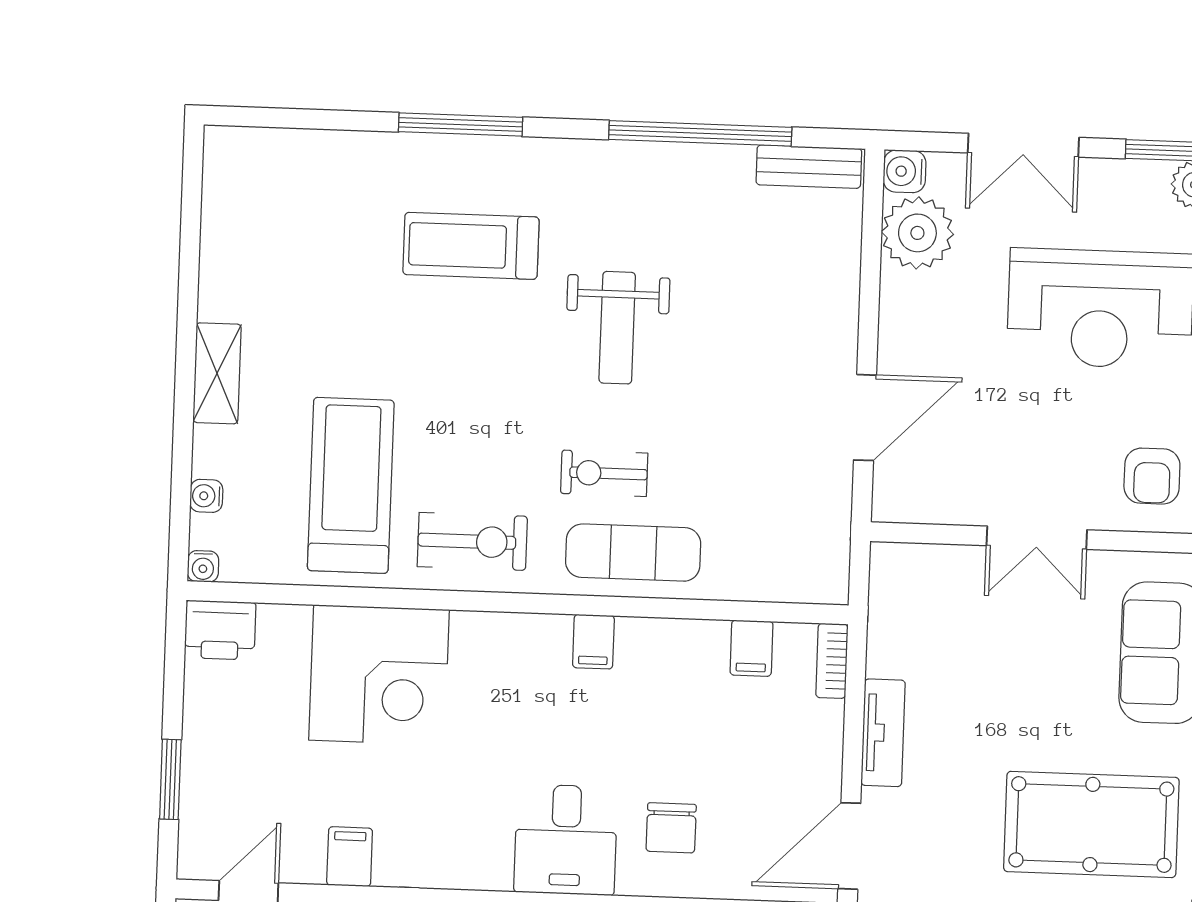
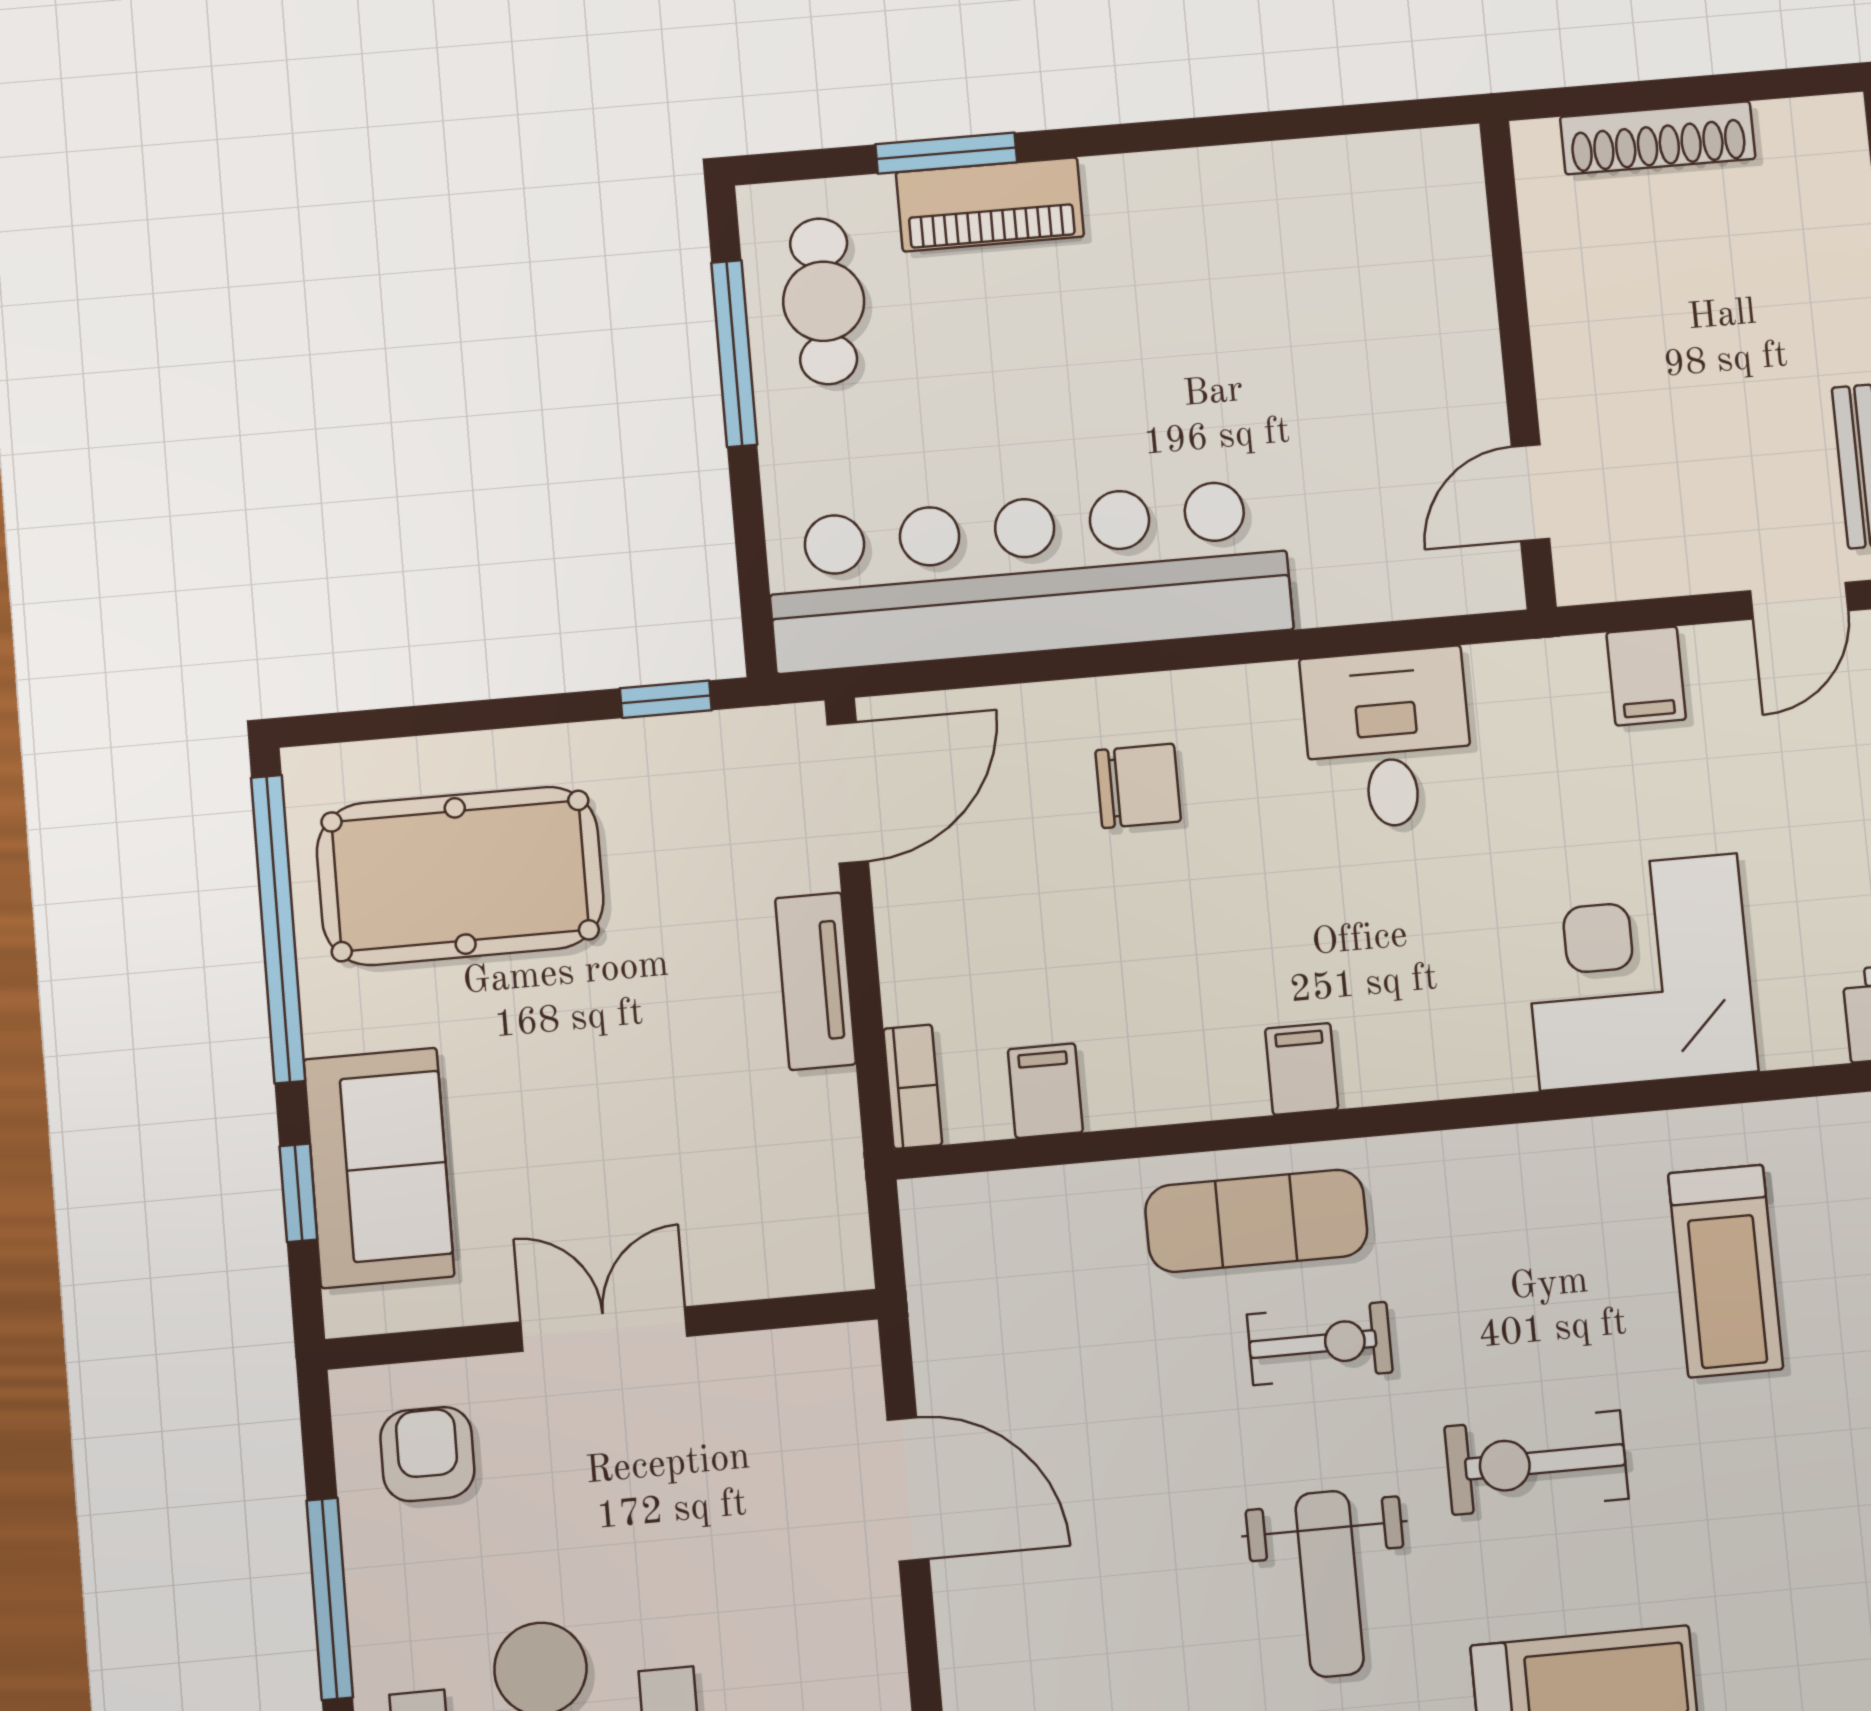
weight bench: (617, 328) -> (1330, 1584), turned 180
door: (865, 418) -> (908, 1489), swing flipped
treadmill: (351, 485) -> (1726, 1271), width x0.73, depth x0.73
exercise bike: (472, 541) -> (1536, 1463), moved
chair: (671, 828) -> (1138, 786), turned 90
desk: (566, 840) -> (1388, 739), moved

